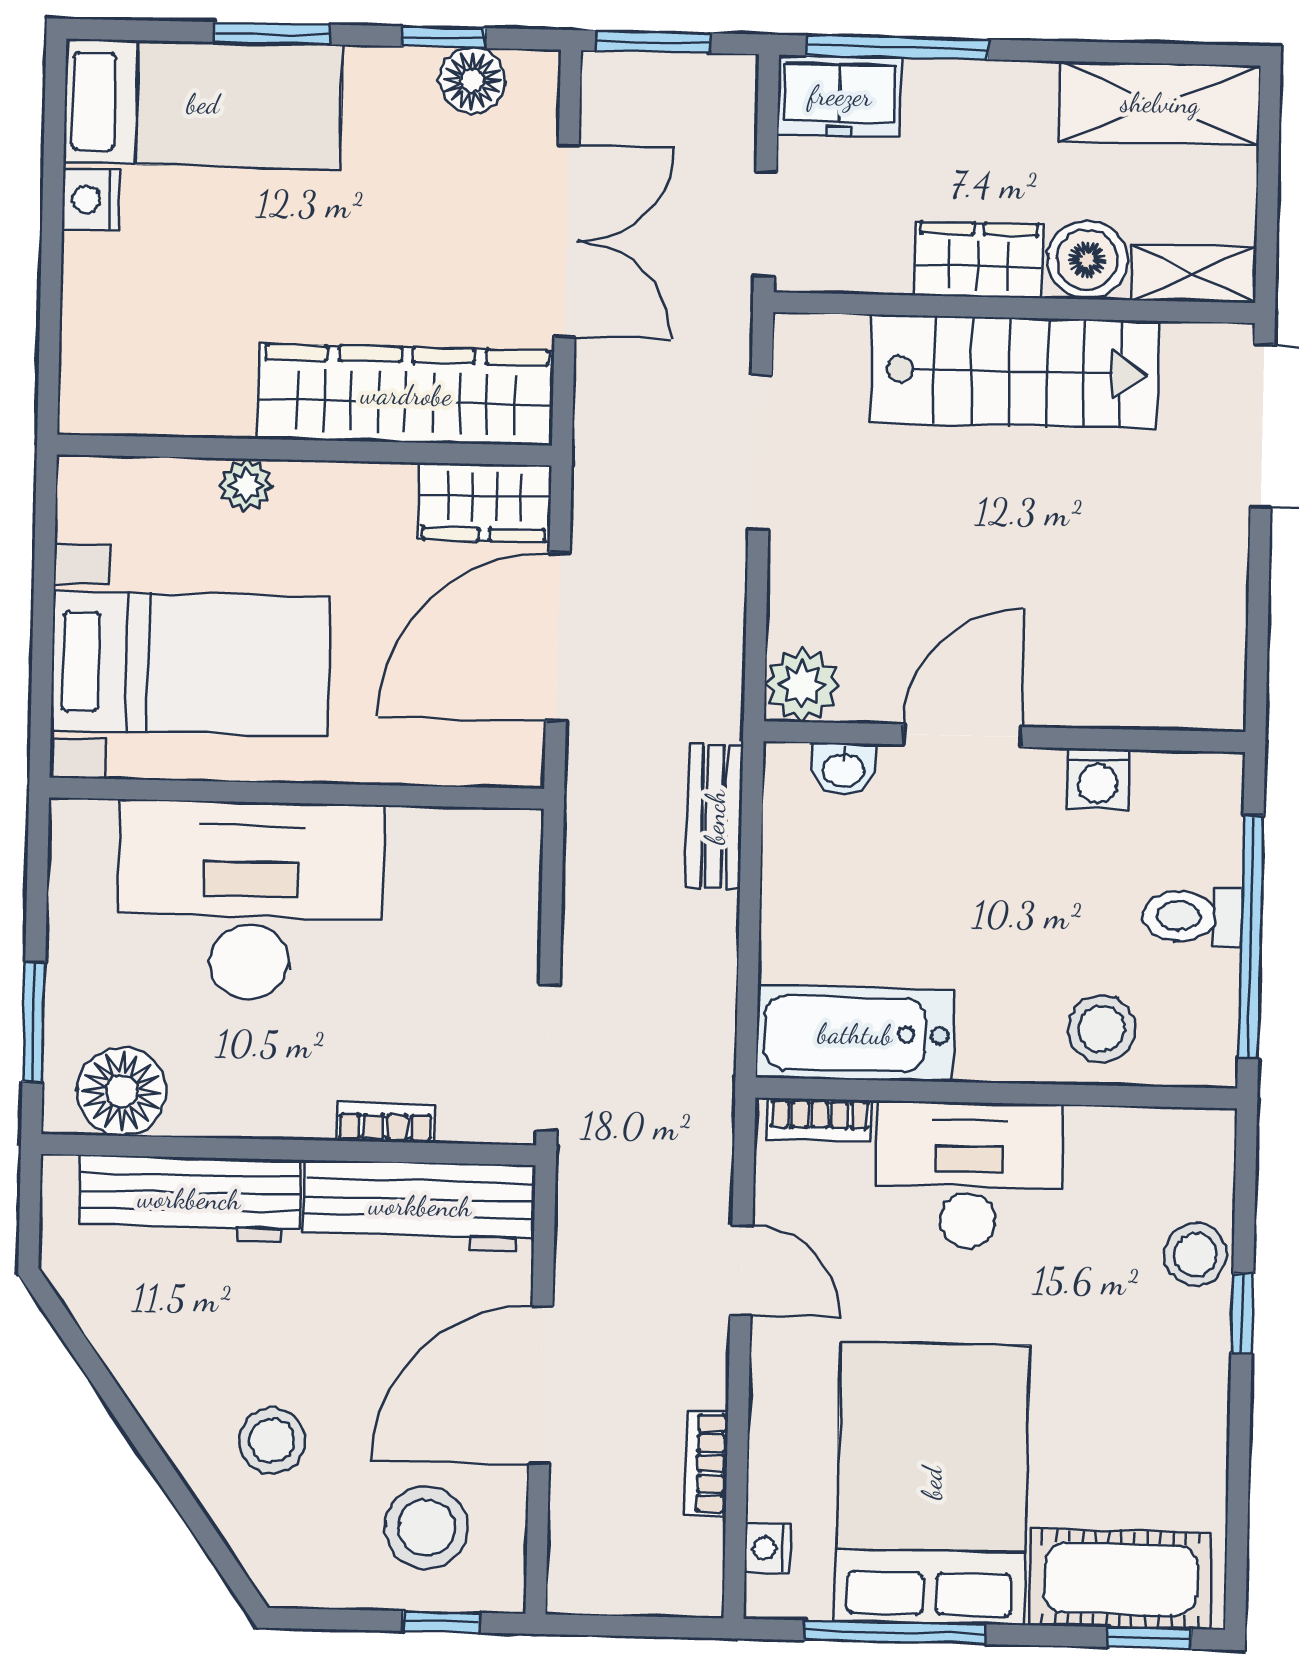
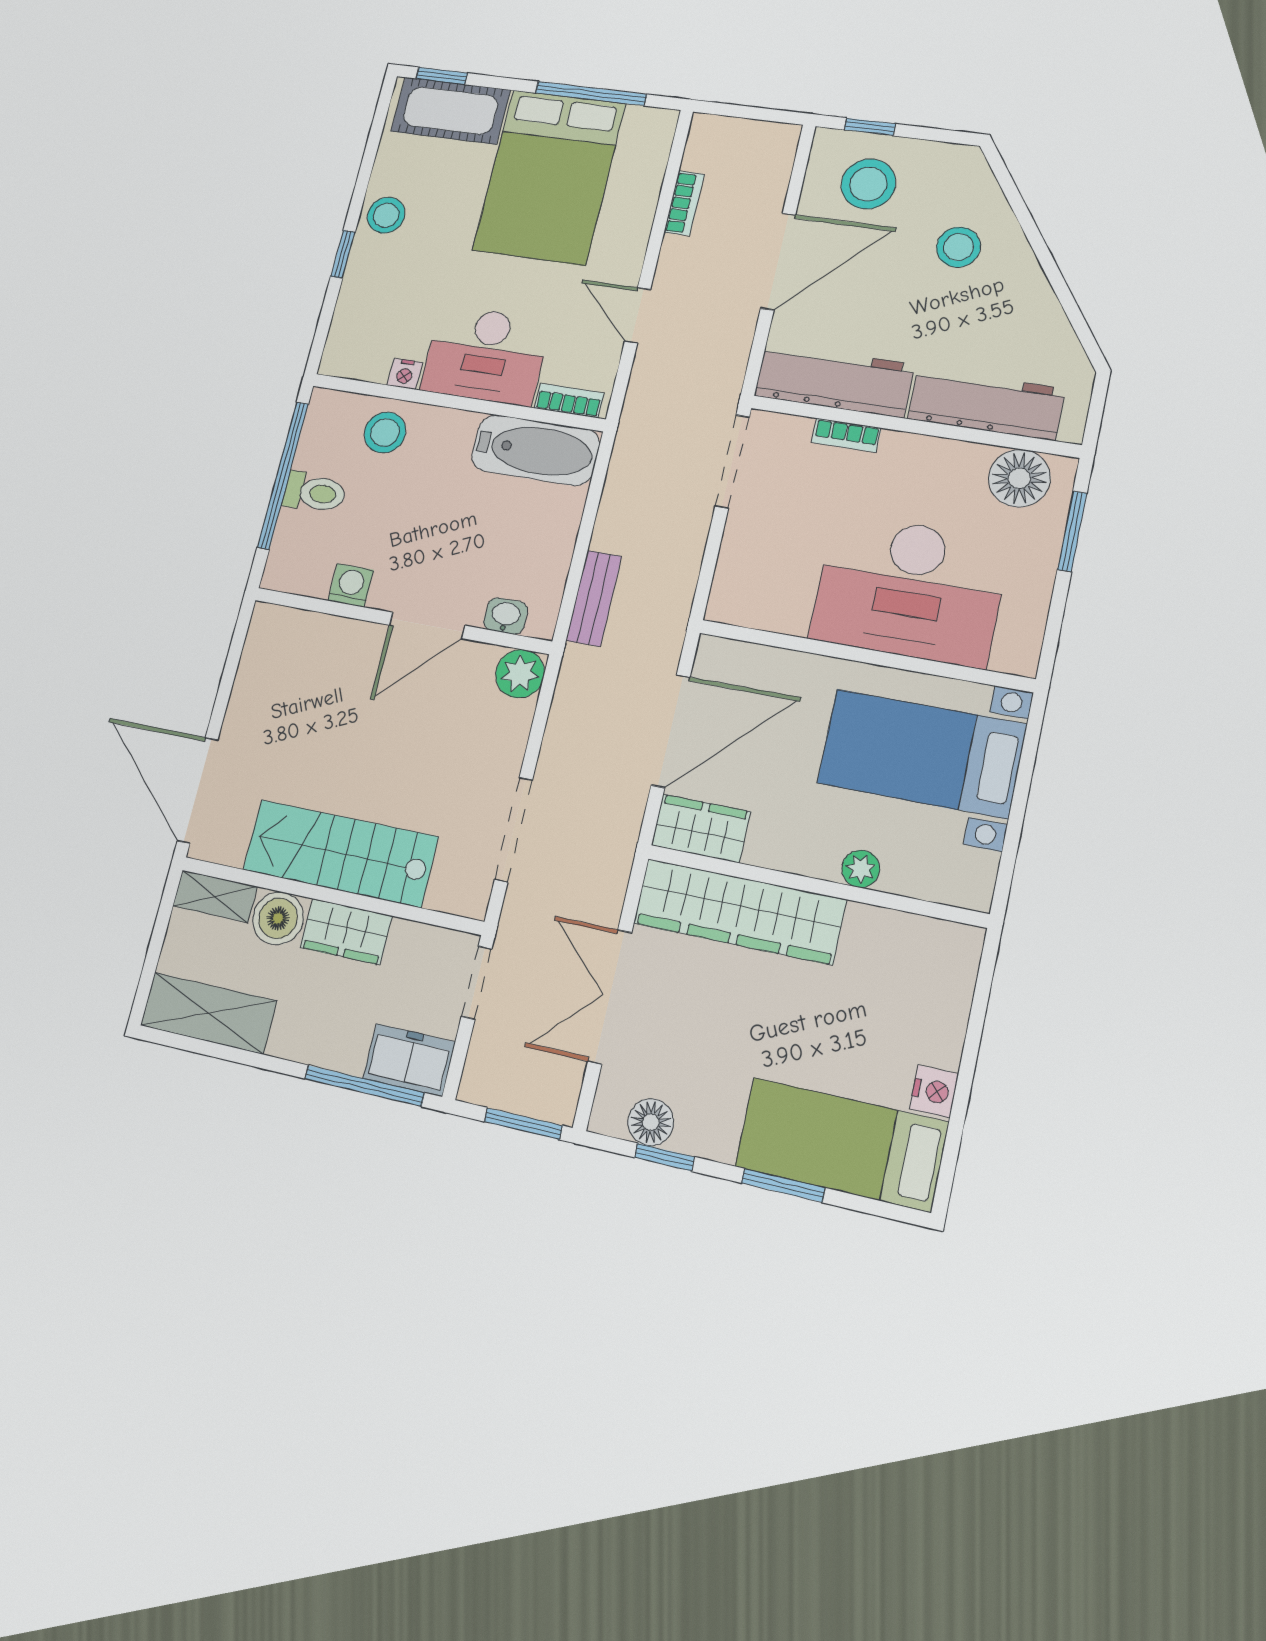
stool: (1195, 1255) -> (386, 215), moved
nightstand: (768, 1548) -> (405, 374), moved, turned 90

